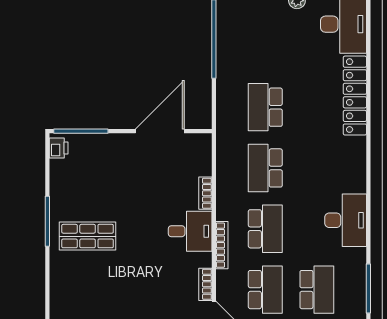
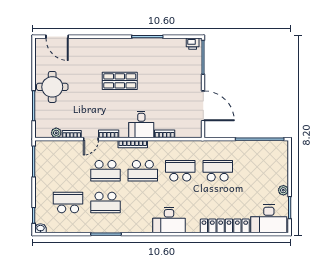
desk: (346, 220) -> (169, 220), moved
shop shelf: (88, 236) -> (120, 81), moved, turned 90

